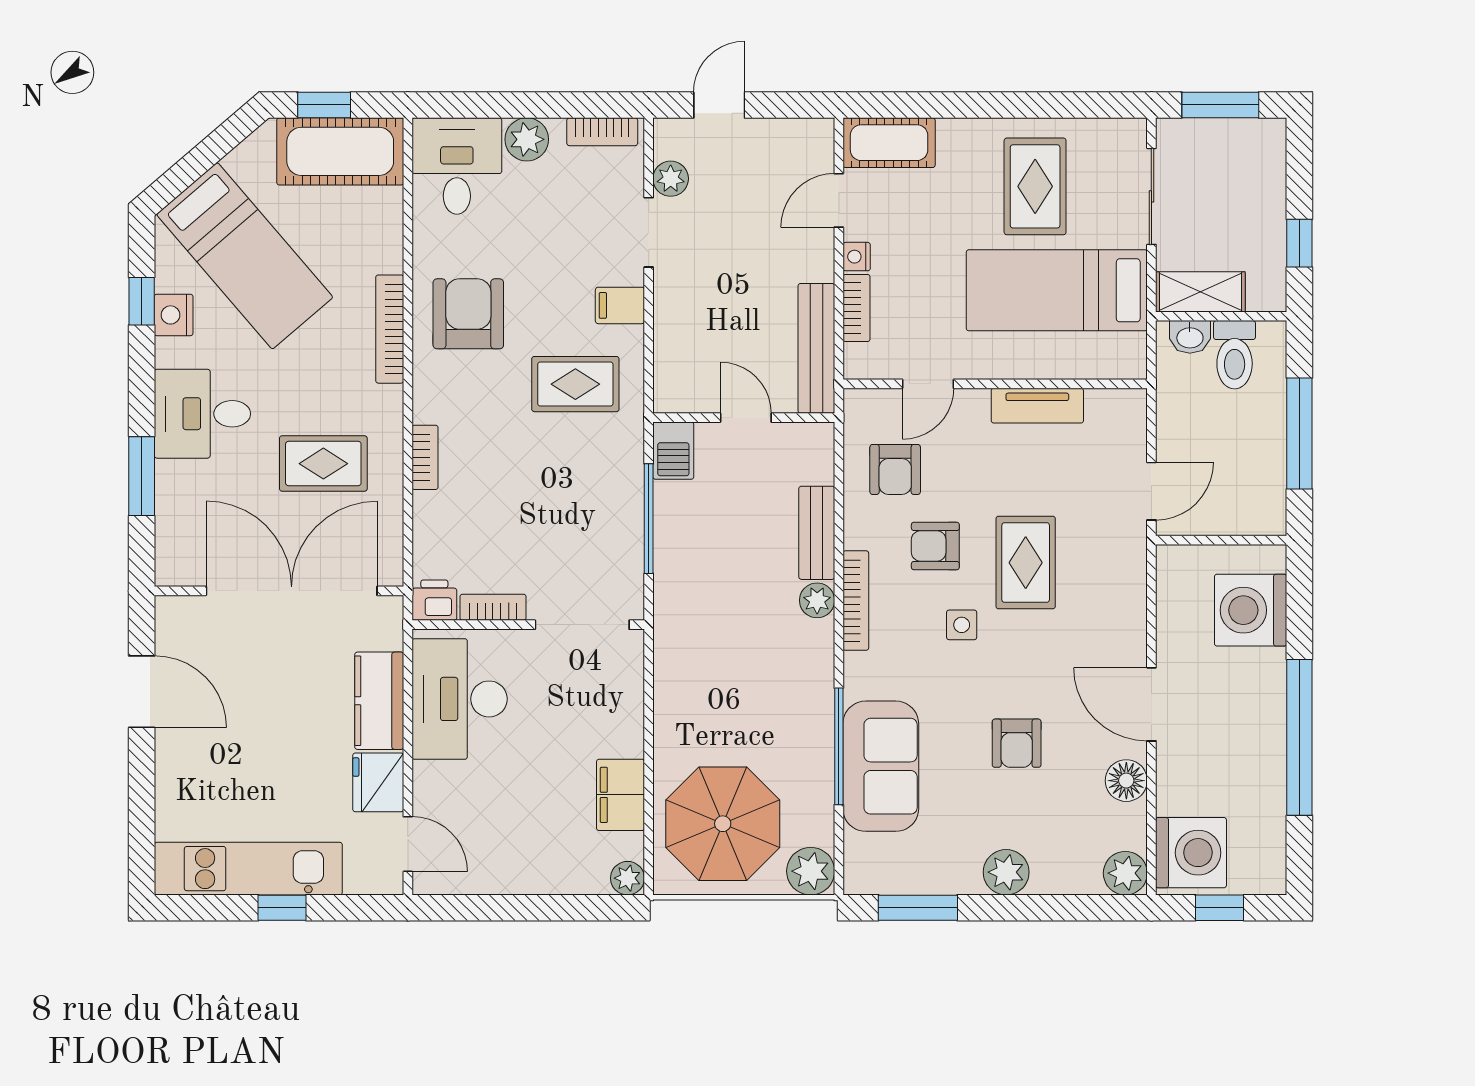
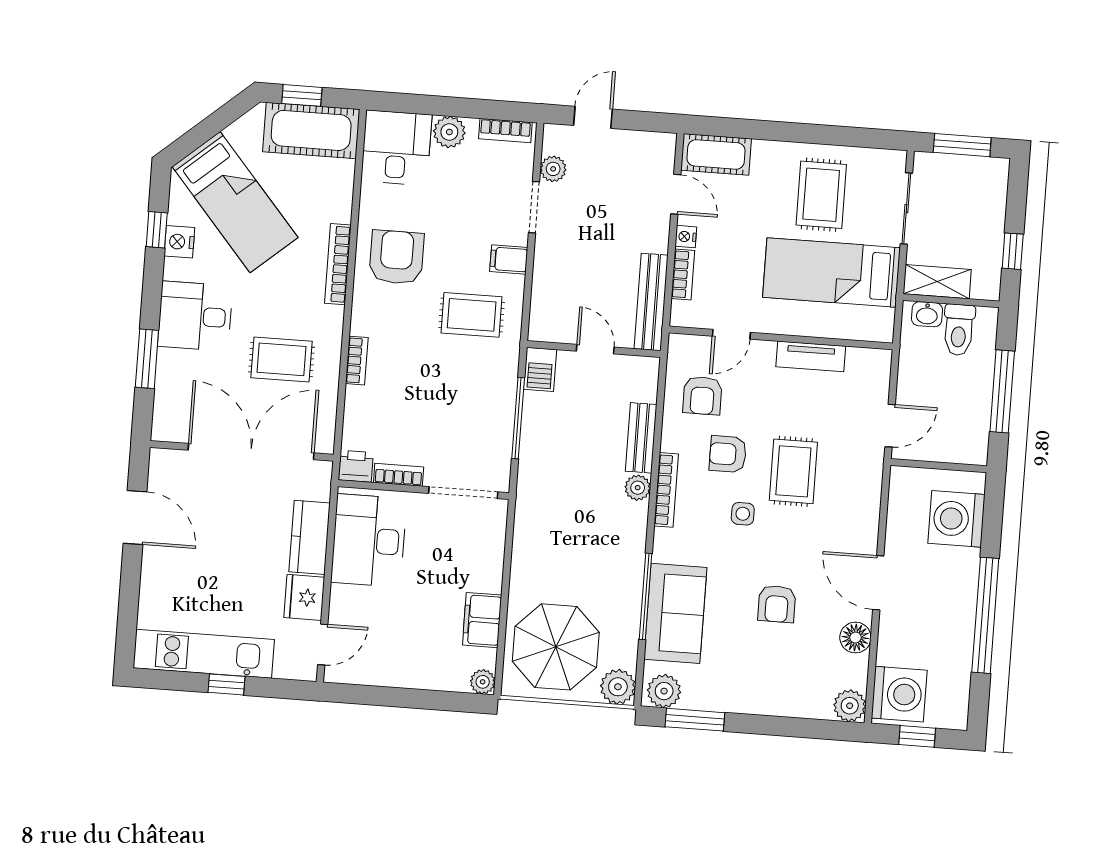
door: (839, 200) -> (676, 194), swing flipped
door: (408, 844) -> (323, 645), hinge flipped
plant: (1006, 872) -> (664, 691), moved

